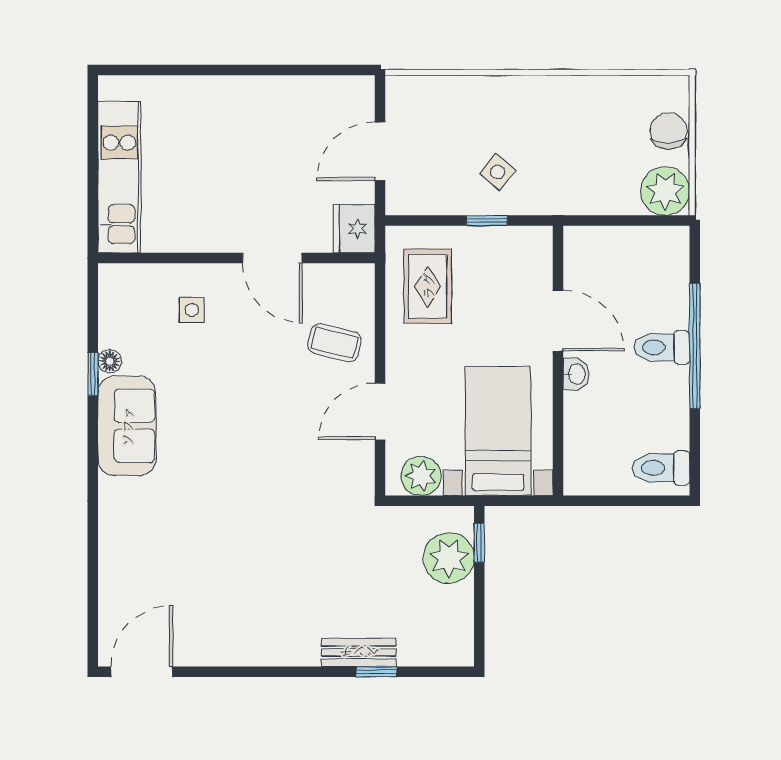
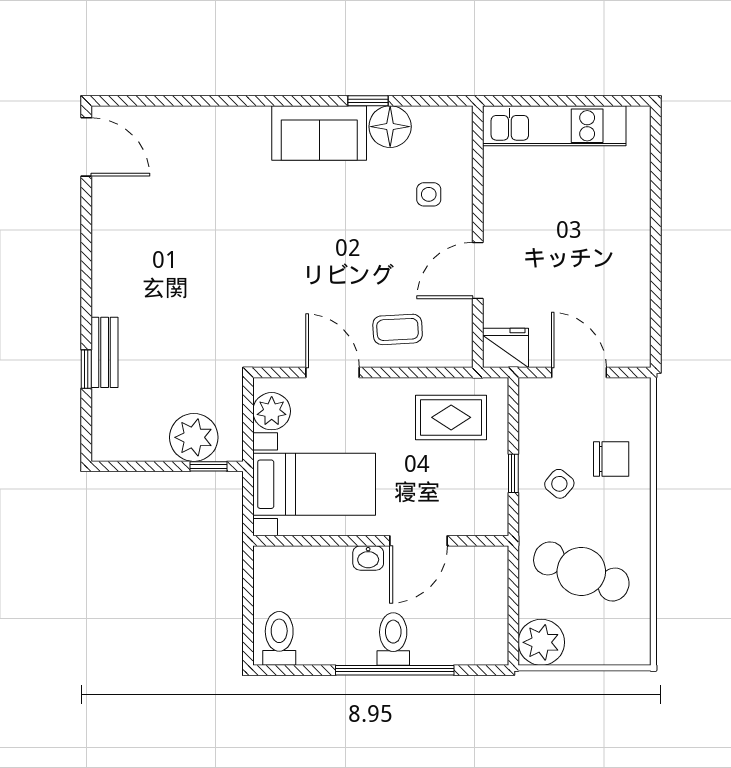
chair: (668, 131) -> (611, 459), moved
cafe table: (590, 149) -> (581, 571), added
coffee table: (335, 343) -> (398, 329), turned 73
floor lamp: (110, 361) -> (390, 127), width x1.89, depth x1.89

